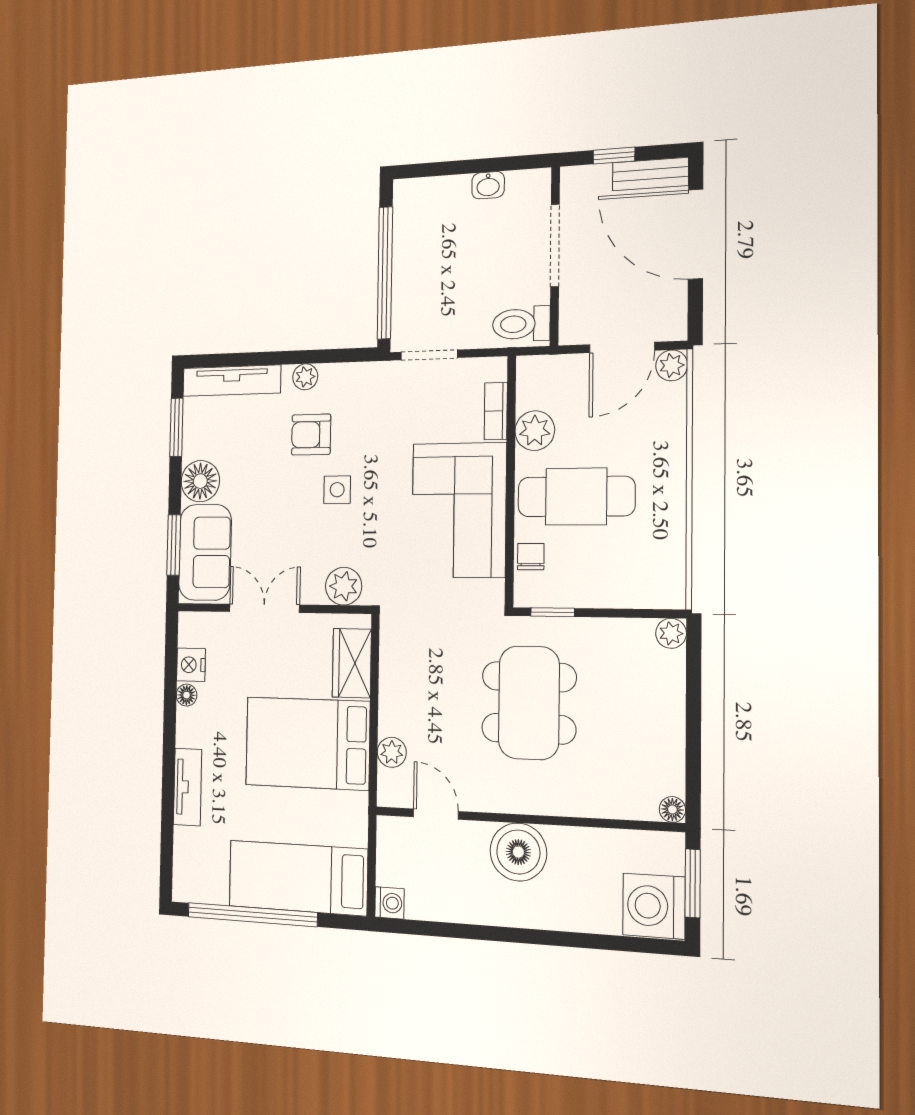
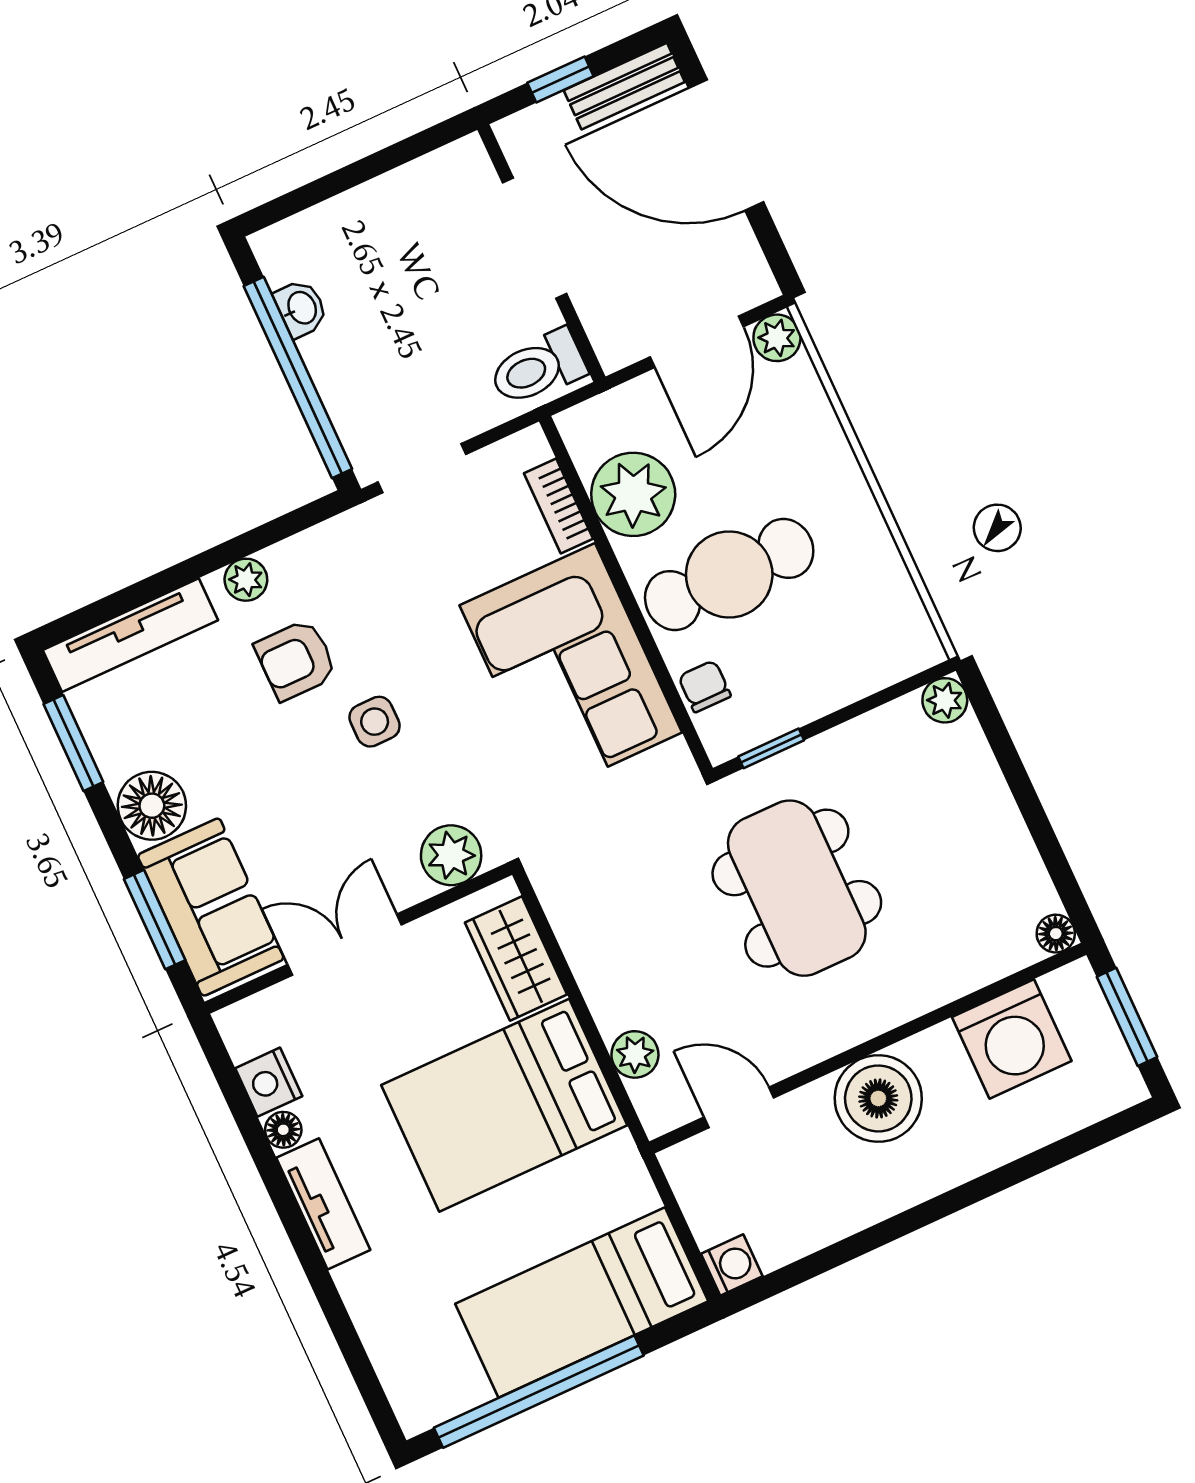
washbasin: (488, 185) -> (301, 308), moved, turned -90
plant: (535, 431) -> (633, 494), width x1.36, depth x1.36
tv unit: (188, 787) -> (323, 1204), moved
washing machine: (654, 906) -> (1012, 1039), moved, turned -90

